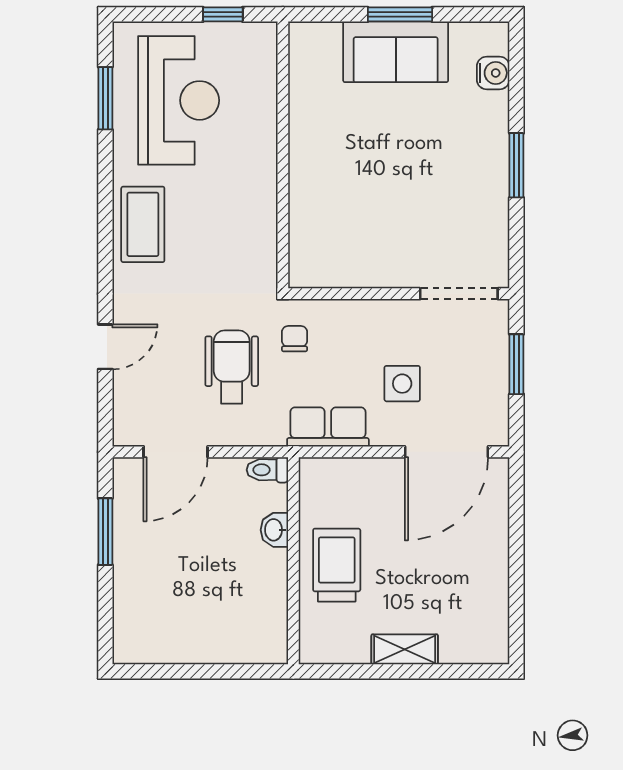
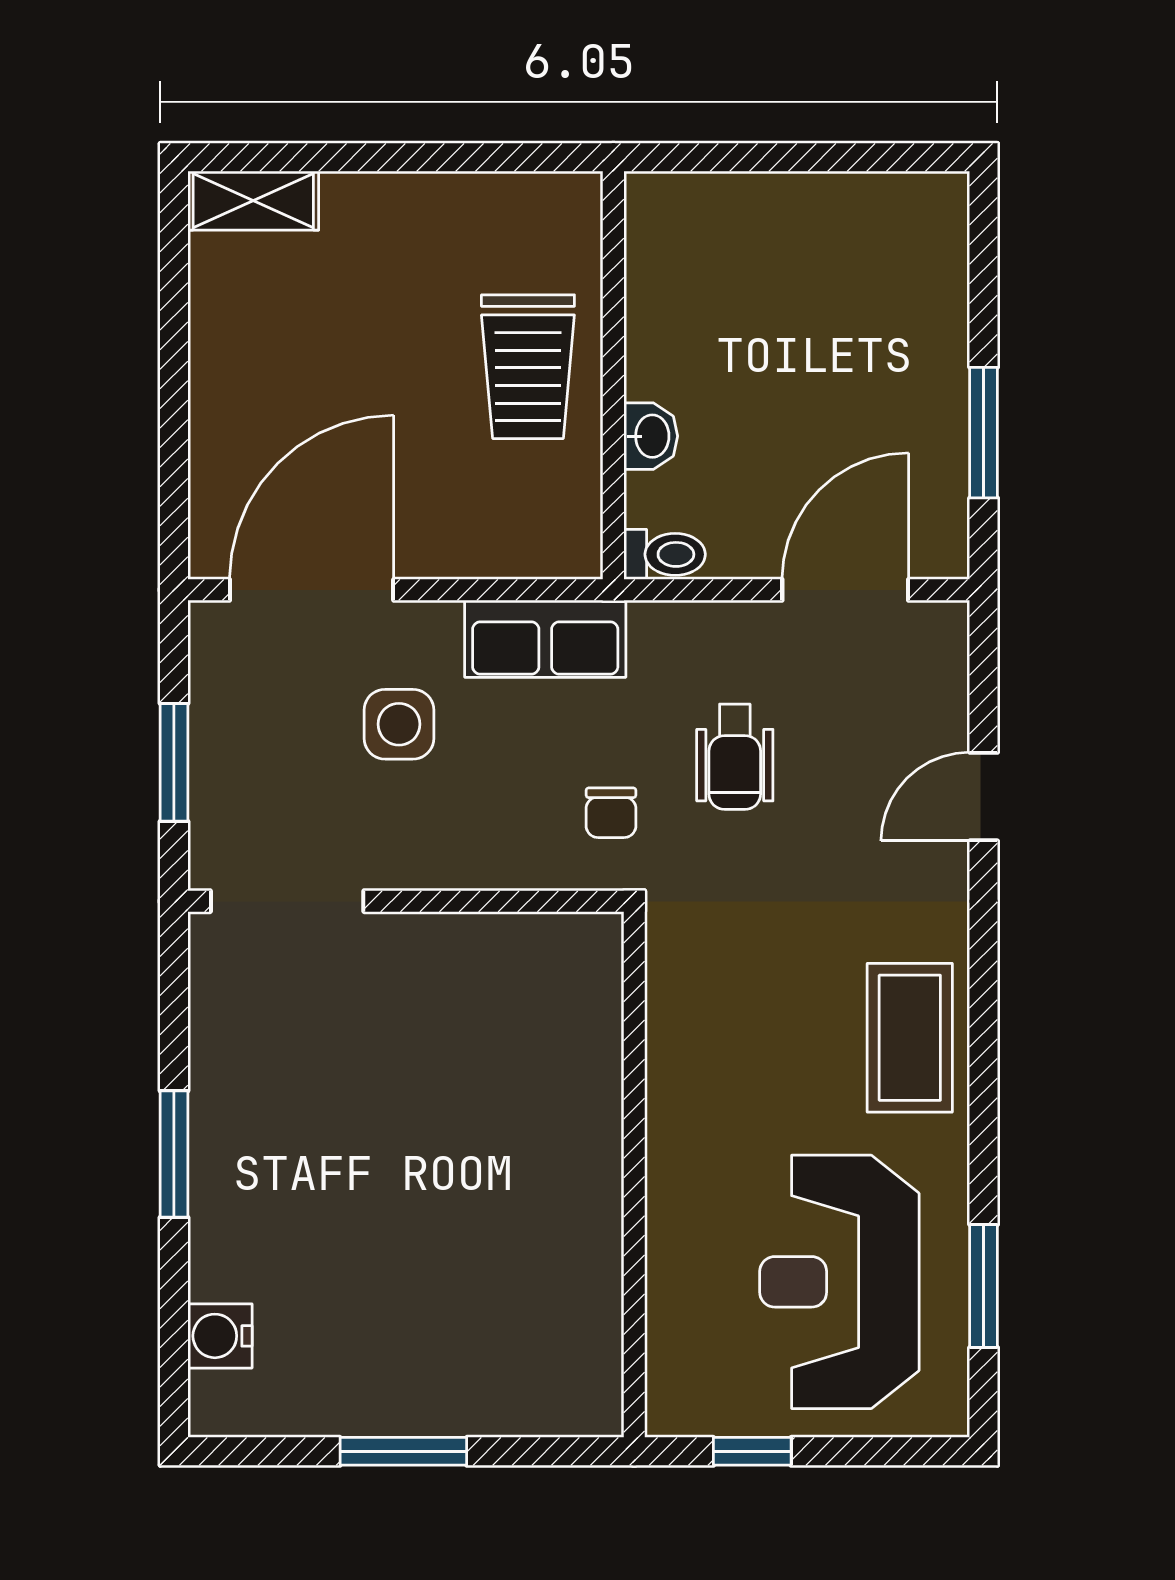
sofa: (396, 52) -> (412, 1378), removed
wheelchair: (232, 367) -> (735, 757), width x0.73, depth x0.73
shelving: (405, 649) -> (253, 201), moved

